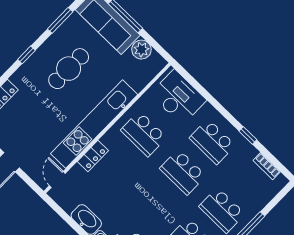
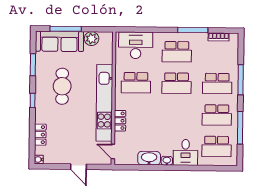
window: (248, 135) -> (193, 30), width x2.17

